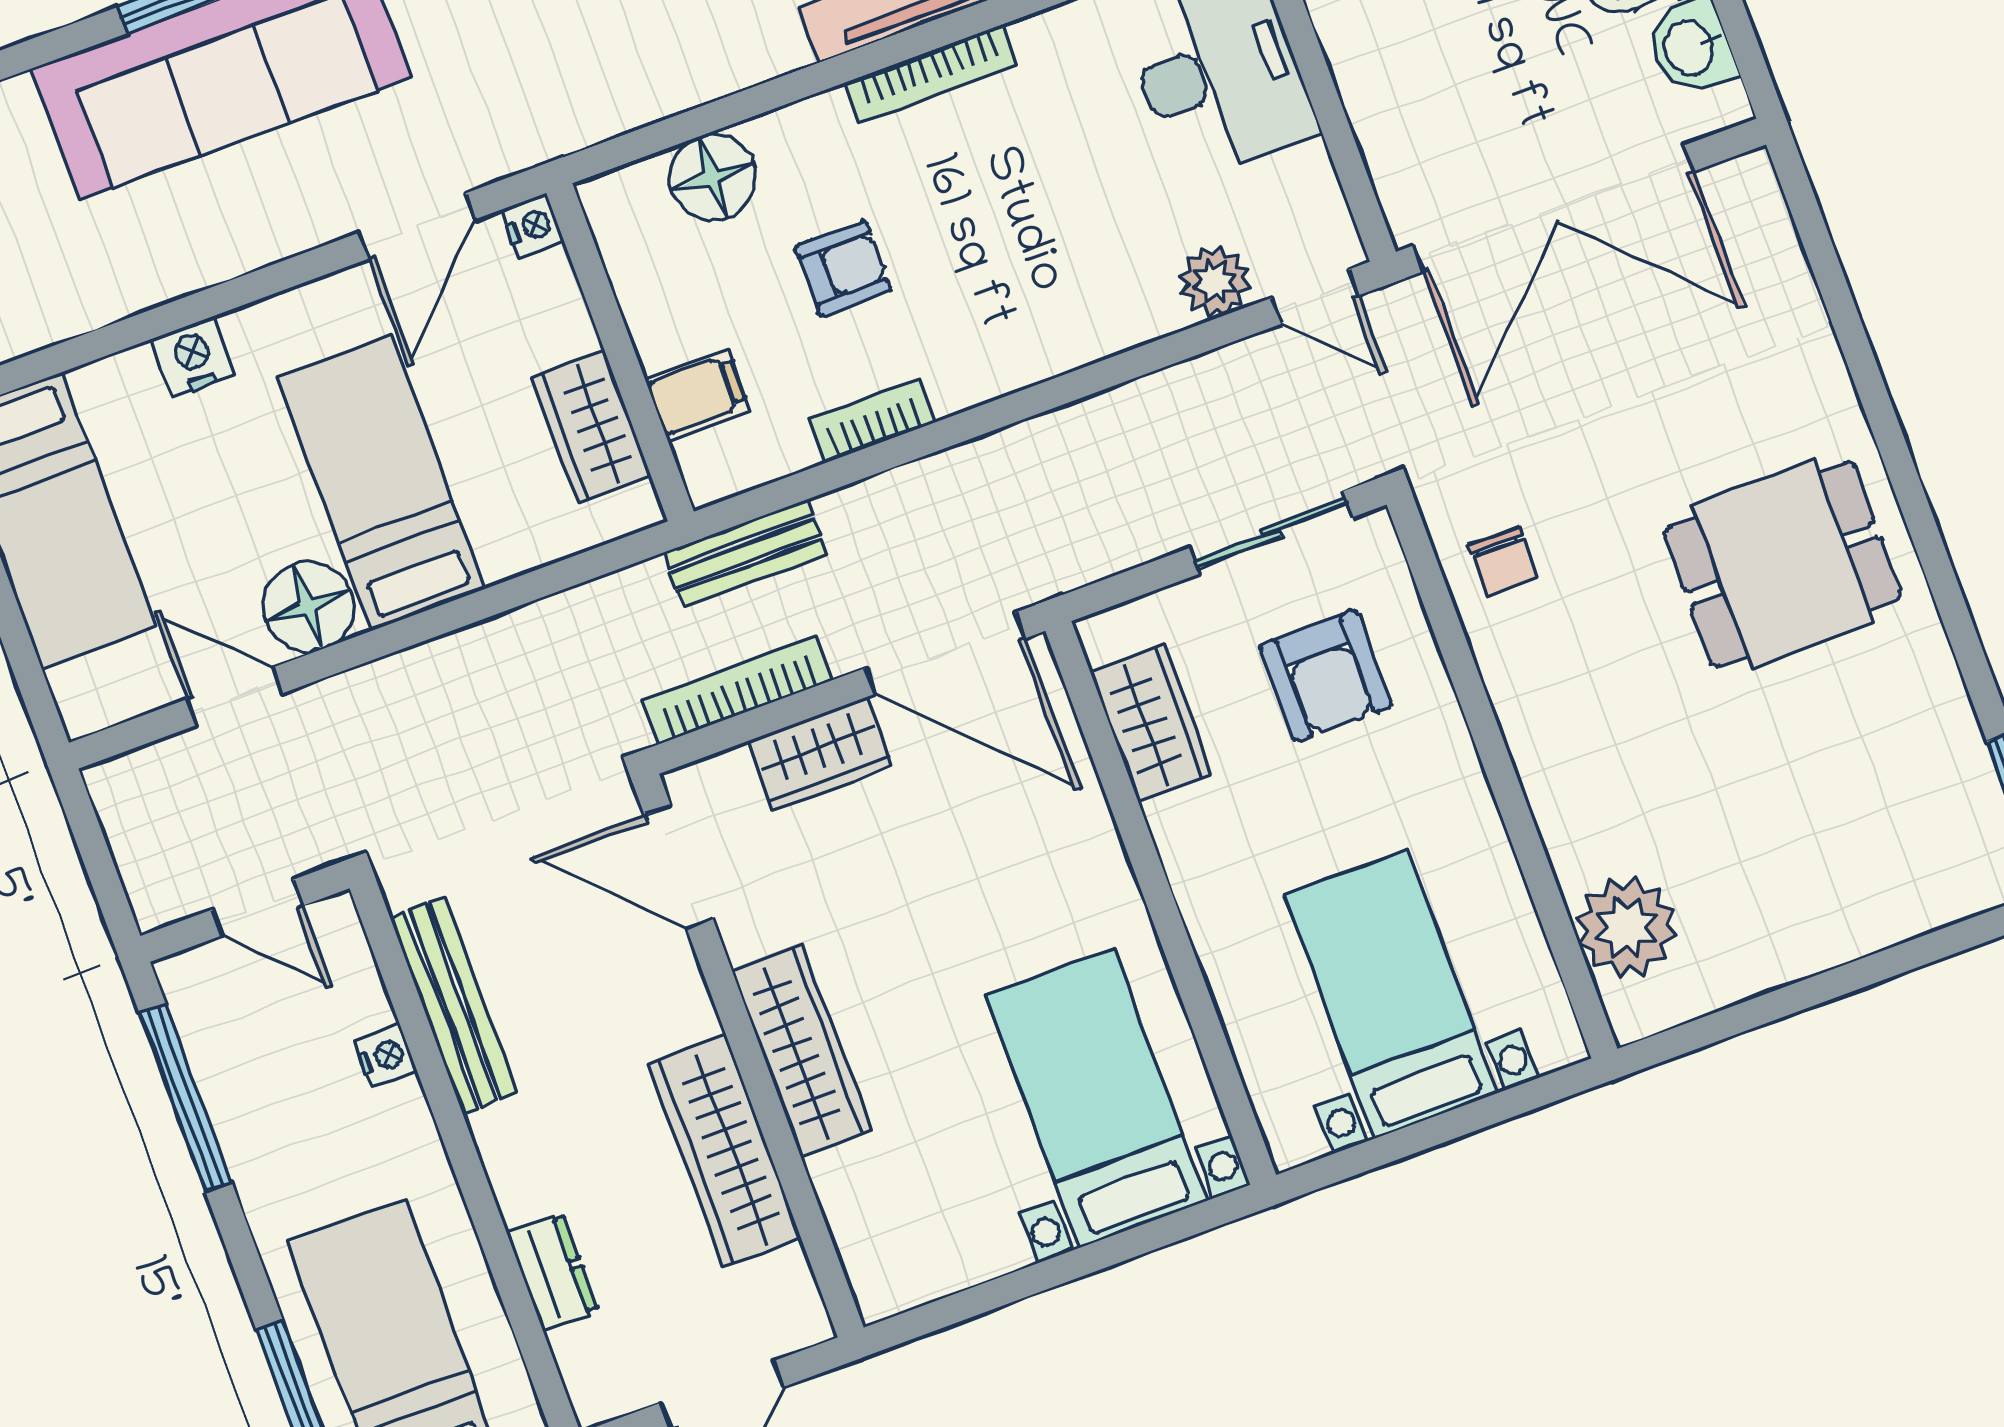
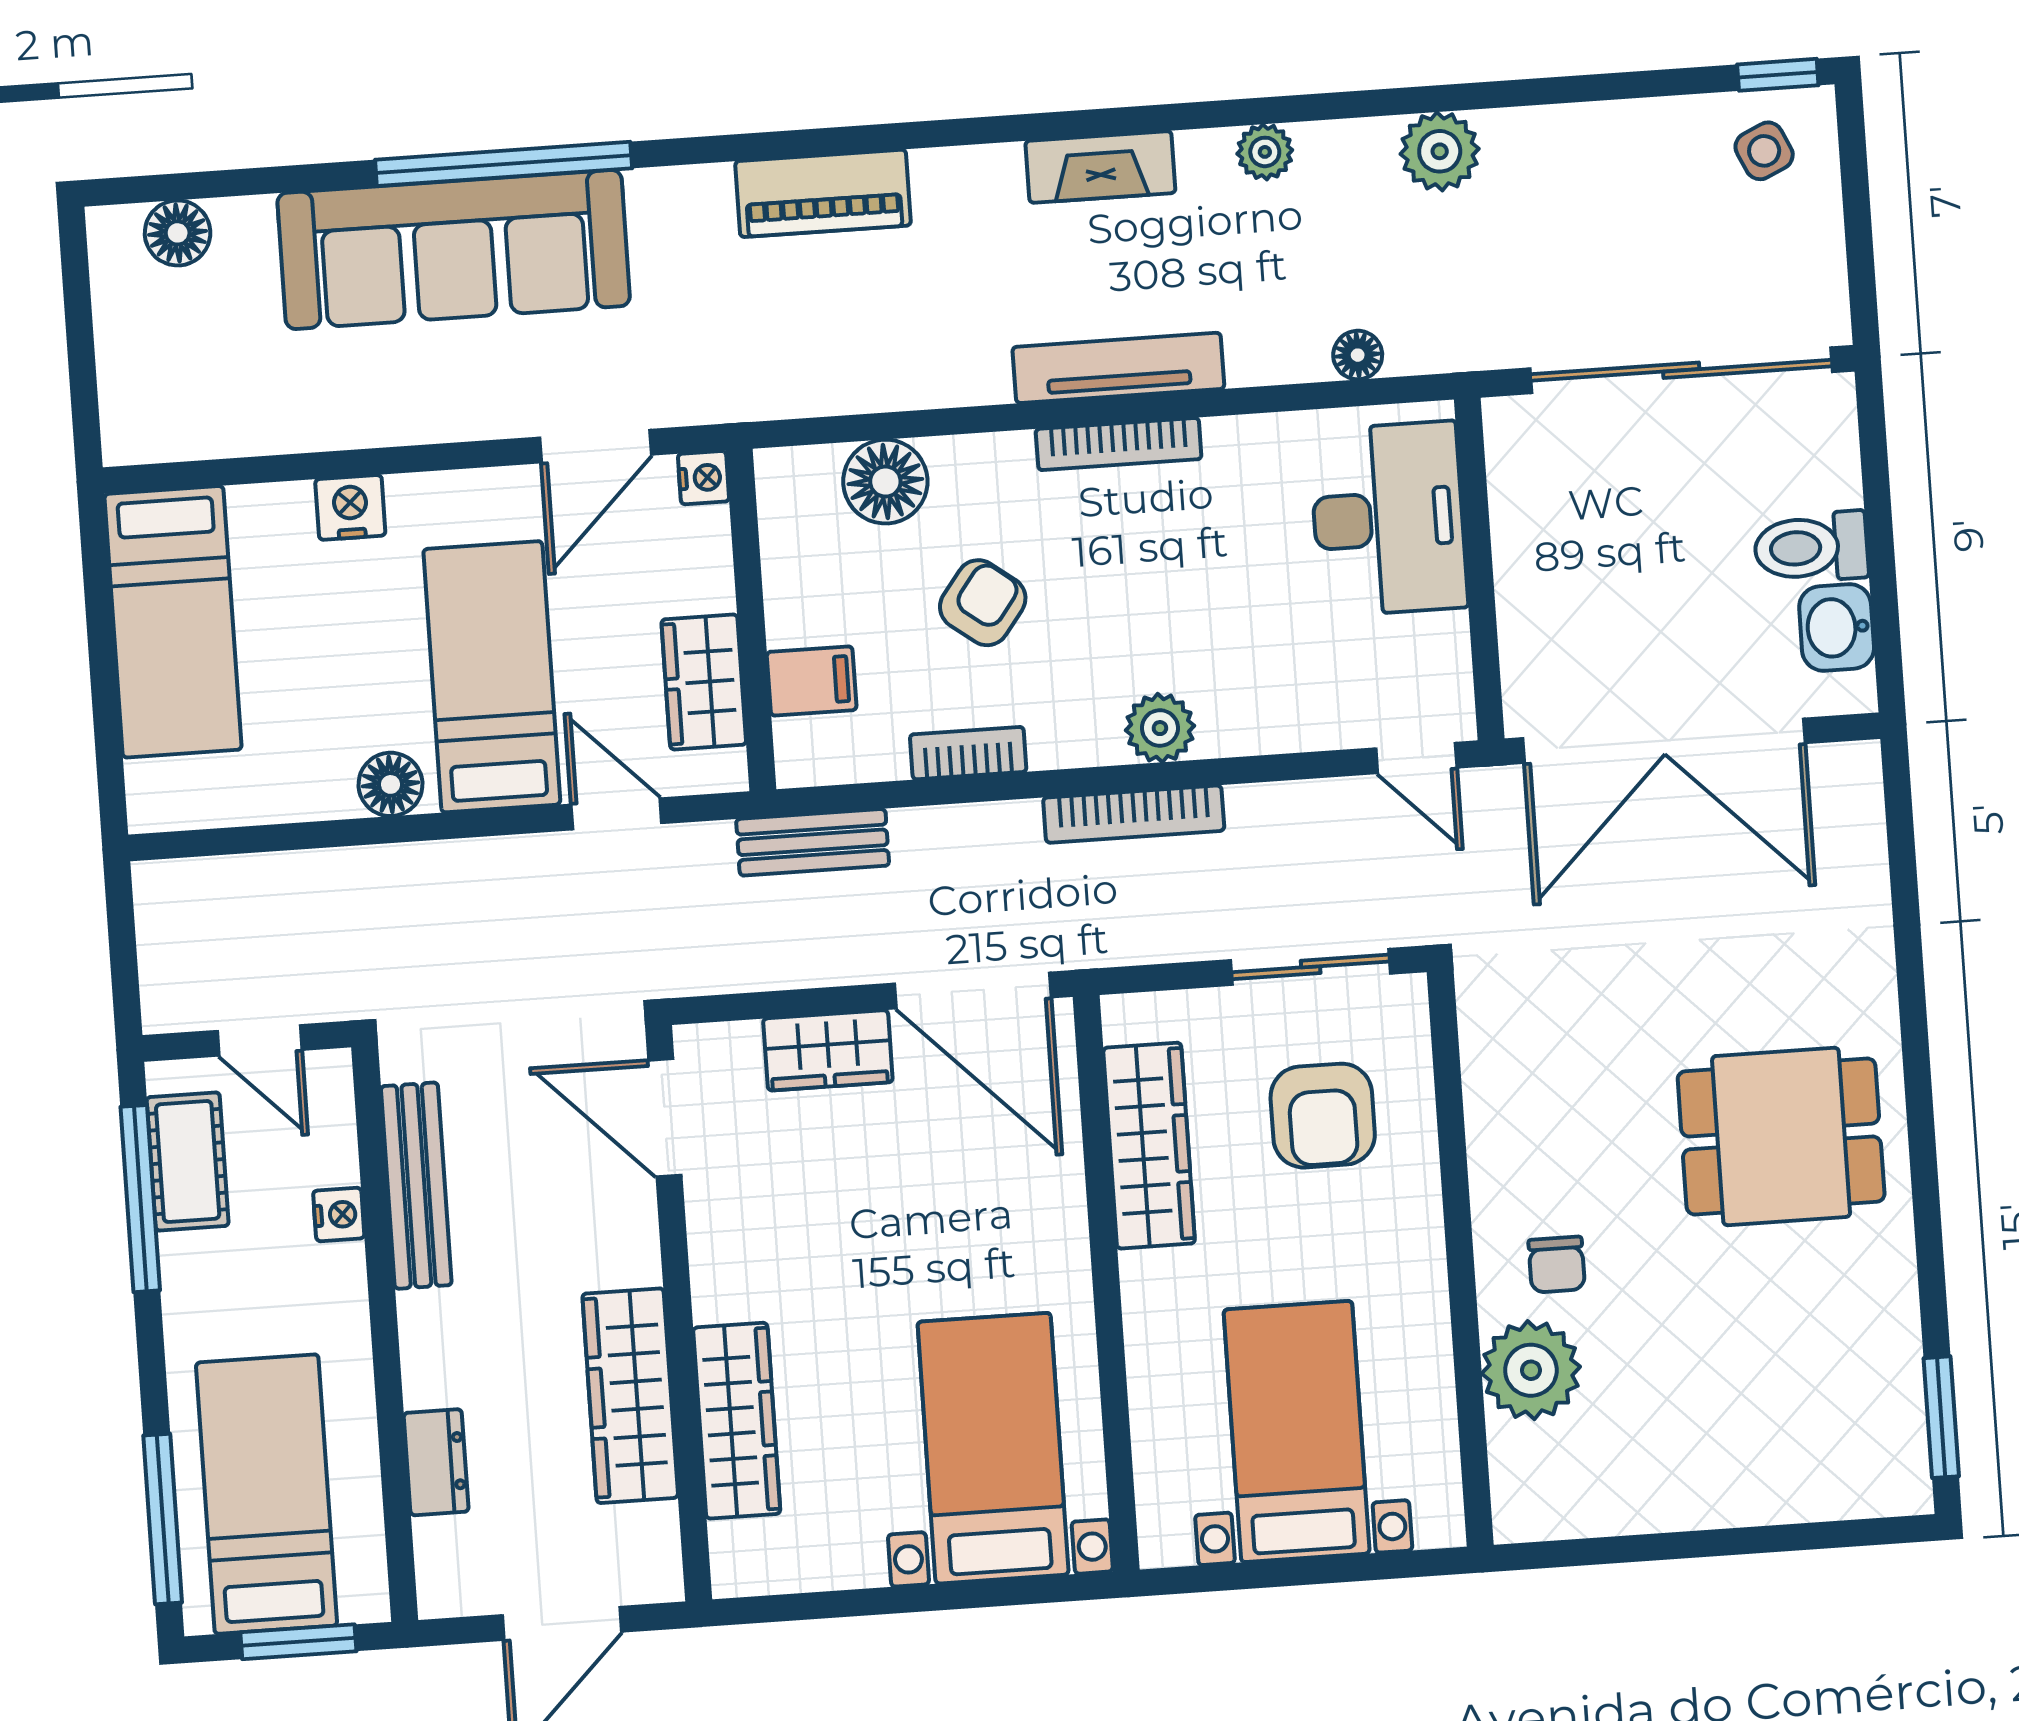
armchair: (843, 269) -> (983, 603), turned -53
plant: (1215, 281) -> (1160, 728), moved
chair: (1503, 562) -> (1557, 1265), moved
floor lamp: (308, 606) -> (390, 784), width x0.73, depth x0.73
bookcase: (738, 690) -> (1134, 814), moved, turned 180
door: (235, 696) -> (616, 814), moved
wardrobe: (1151, 723) -> (1149, 1146), width x1.50
plant: (1626, 927) -> (1531, 1370), moved
cot: (221, 1048) -> (188, 1161), added
wardrobe: (802, 1051) -> (737, 1421), moved

